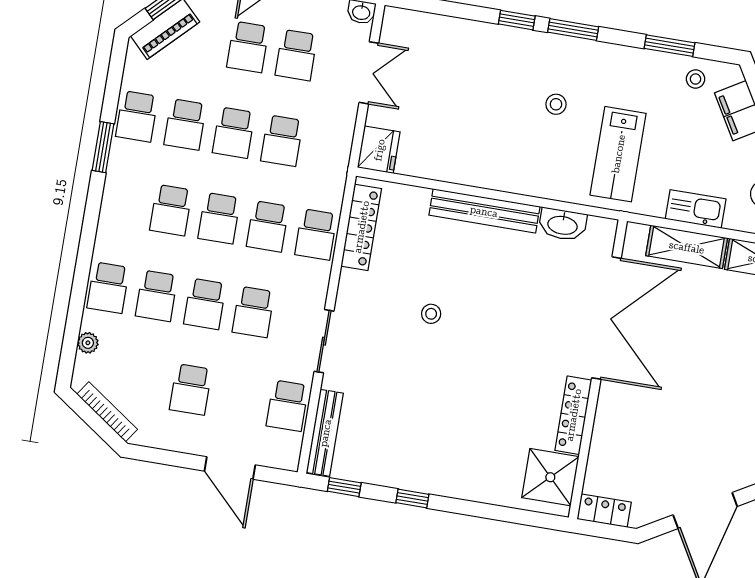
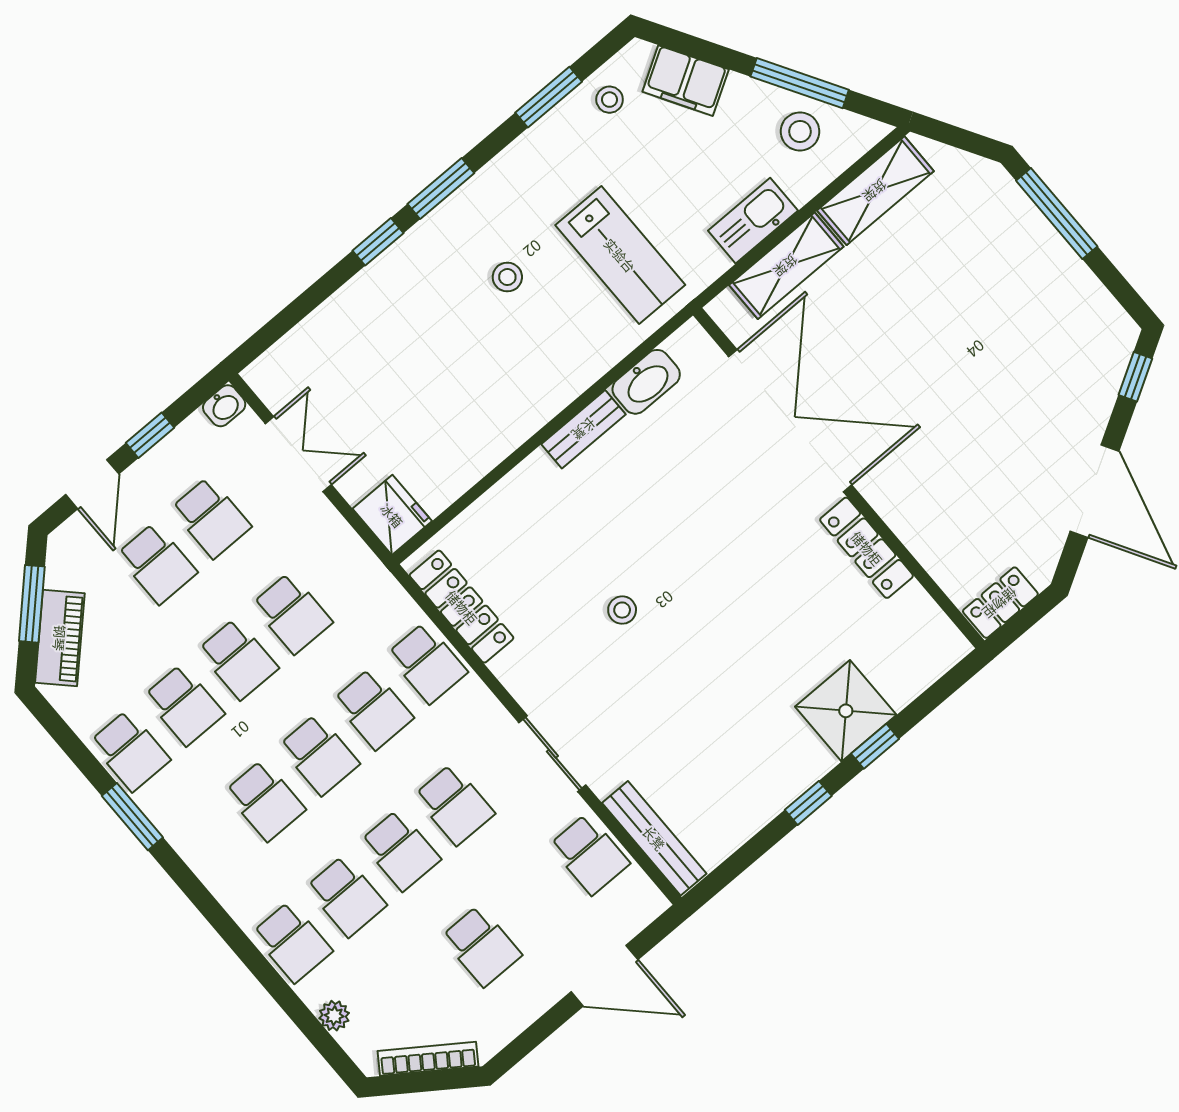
bench: (484, 211) -> (584, 429), width x0.54, depth x0.82
shower: (550, 477) -> (846, 711), moved
window: (344, 487) -> (875, 746), moved

